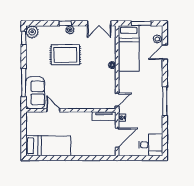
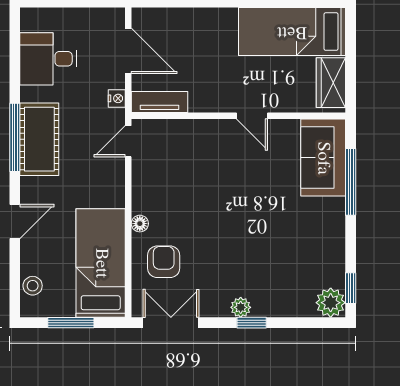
armchair: (102, 49) -> (164, 262), added
door: (165, 52) -> (15, 222), moved
rug: (65, 55) -> (252, 248), removed
cot: (154, 101) -> (39, 139), added
door: (53, 110) -> (252, 116), moved
wardrobe: (32, 124) -> (331, 83), added
door: (117, 138) -> (128, 51), swing flipped
desk: (151, 145) -> (48, 59), moved

